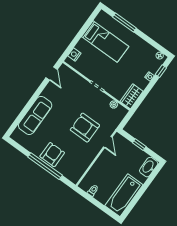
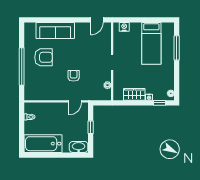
wardrobe: (132, 96) -> (134, 94), moved
armchair: (85, 128) -> (74, 76), width x0.53, depth x0.53
armchair: (52, 155) -> (43, 57), moved

